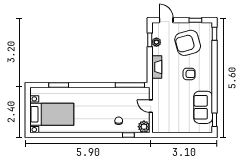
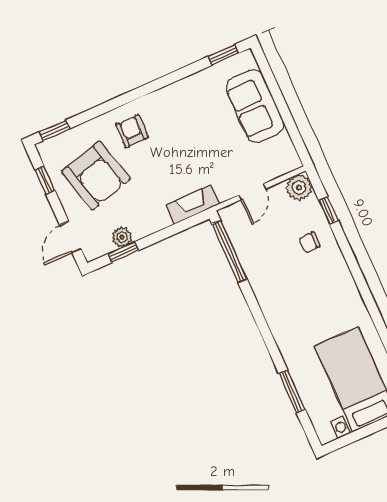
fireplace: (157, 67) -> (193, 204), moved
armchair: (189, 74) -> (132, 131), moved
sofa: (203, 107) -> (255, 106), moved, turned 90

